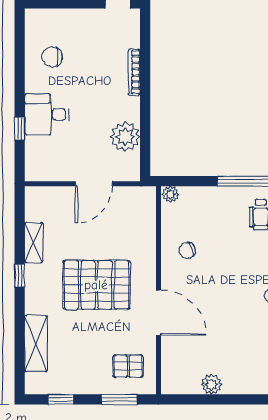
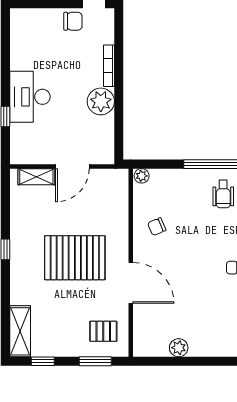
chair: (52, 57) -> (73, 21), moved, turned 180
desk: (47, 114) -> (30, 97), width x1.37
plant: (125, 137) -> (101, 101), moved
shelving: (34, 242) -> (36, 177), moved, turned 90
shelving: (36, 344) -> (20, 331), moved

